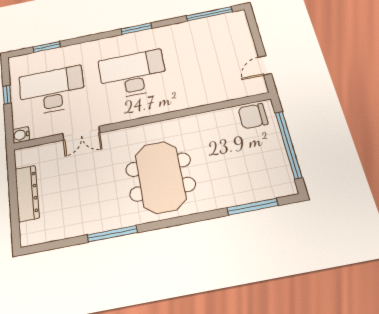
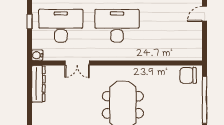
door: (265, 65) -> (204, 14), moved
dresser: (27, 193) -> (38, 84), moved

